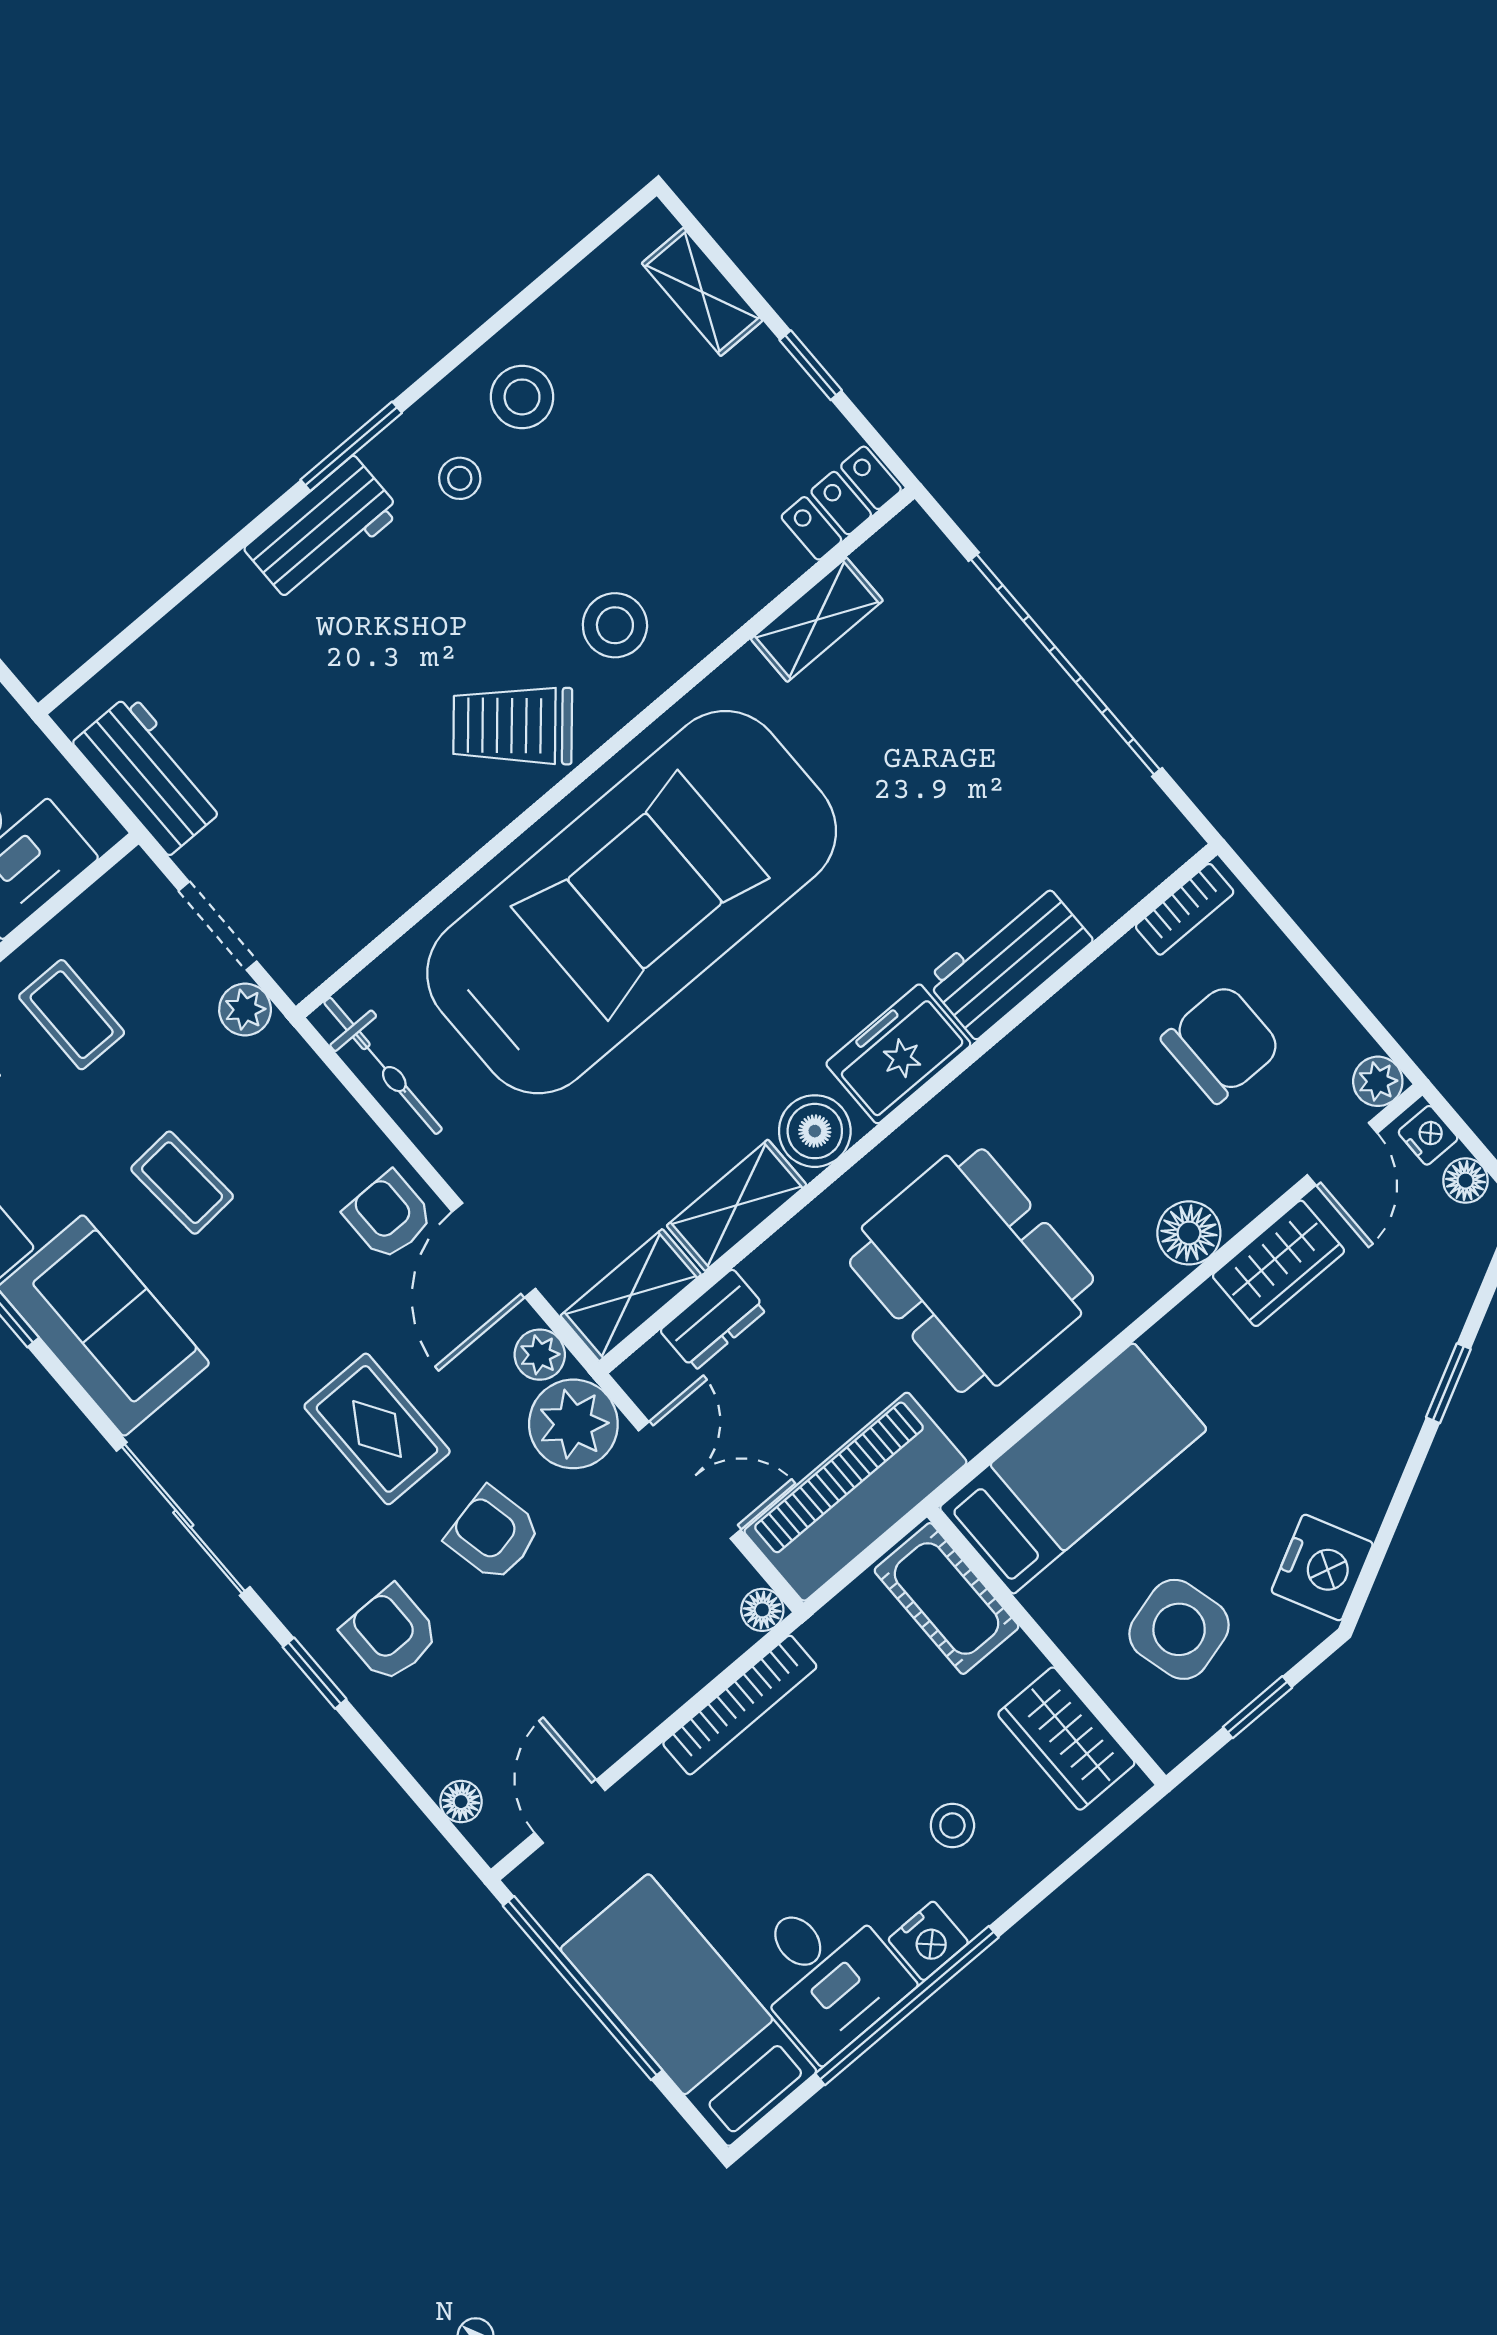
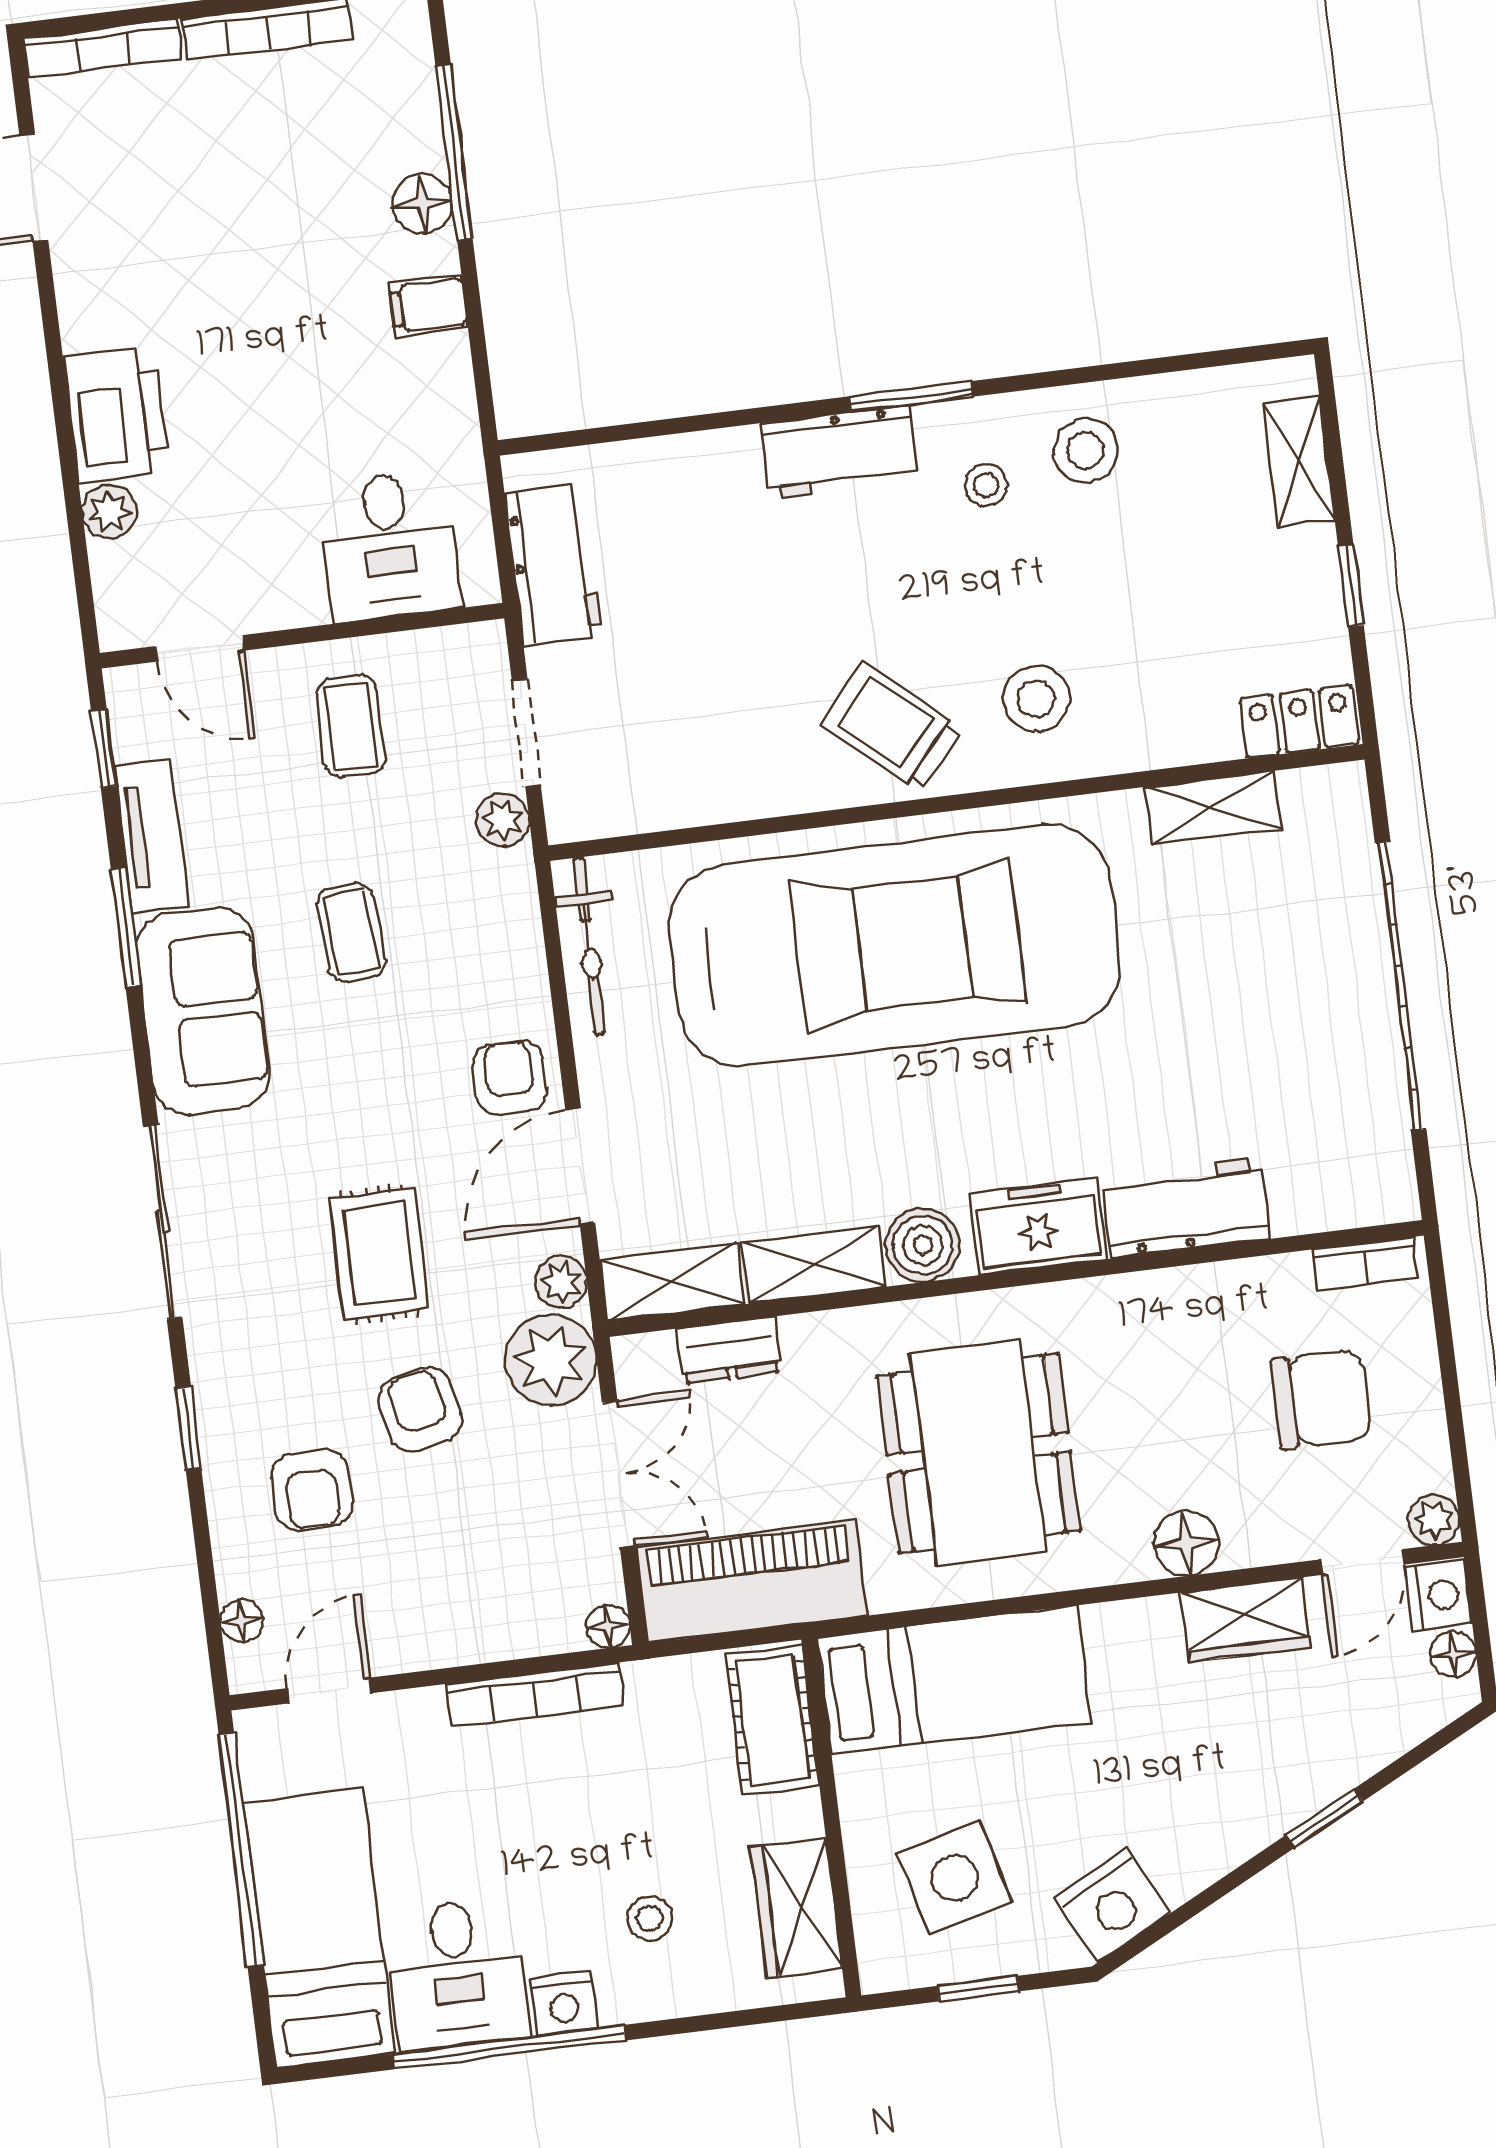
nightstand: (1428, 1135) -> (1439, 1595), width x1.39, depth x1.35
armchair: (390, 1634) -> (312, 1490), moved, turned 180

